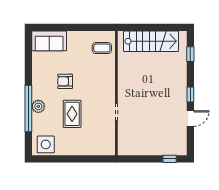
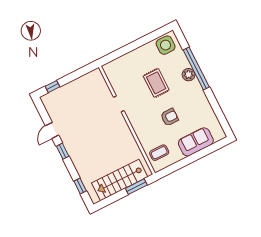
window: (139, 27) -> (136, 187), added
sofa: (49, 41) -> (196, 142), moved
armchair: (65, 81) -> (169, 117), moved

